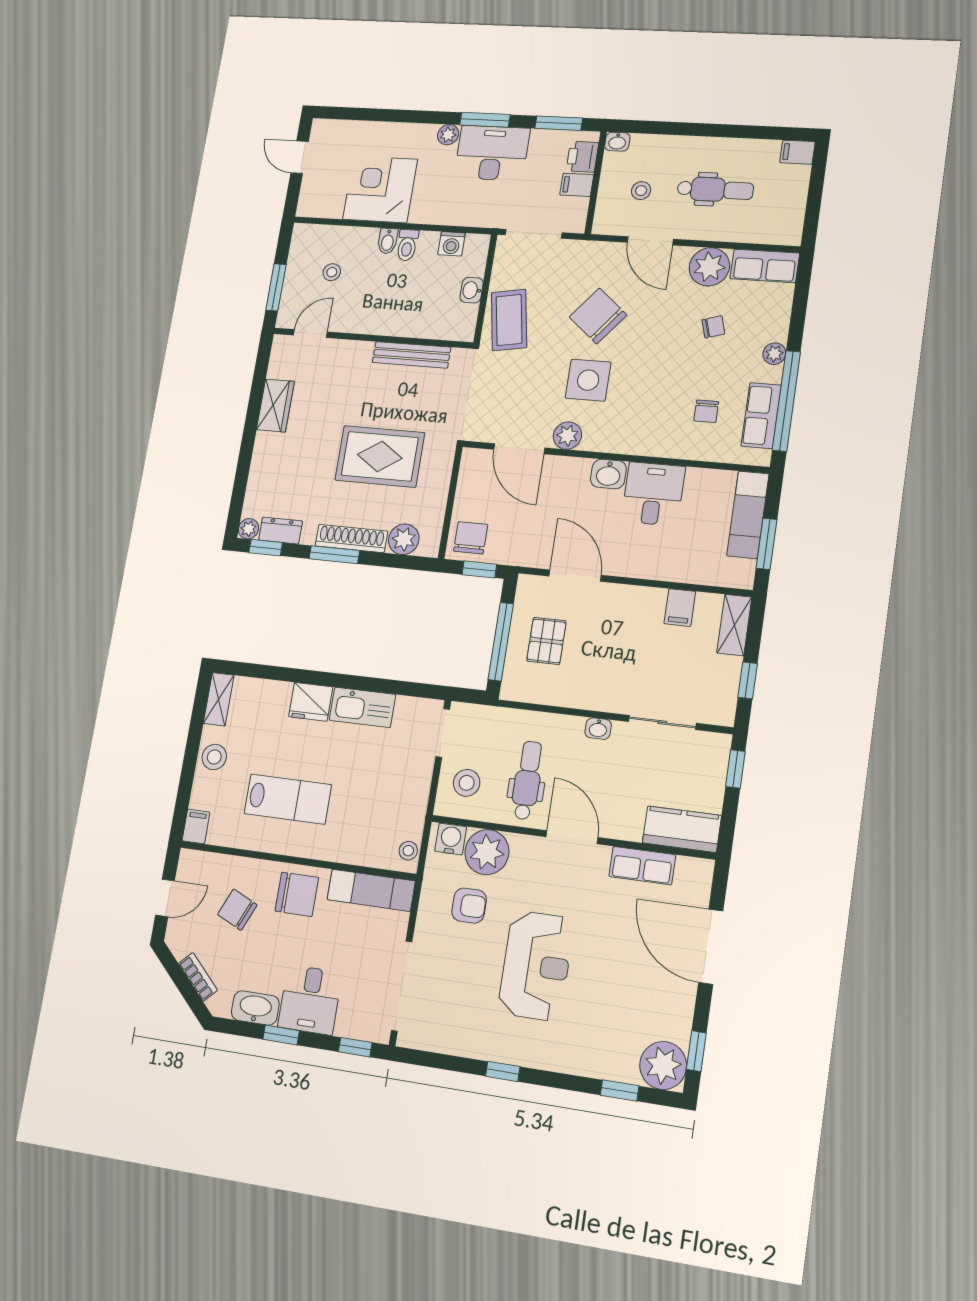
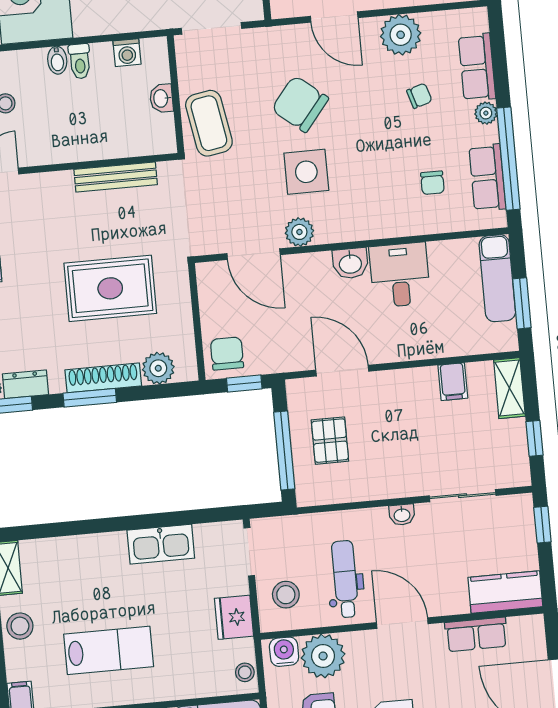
row of seats: (765, 266) -> (477, 67), moved, turned 90
fridge: (311, 702) -> (234, 617), moved, turned 90

